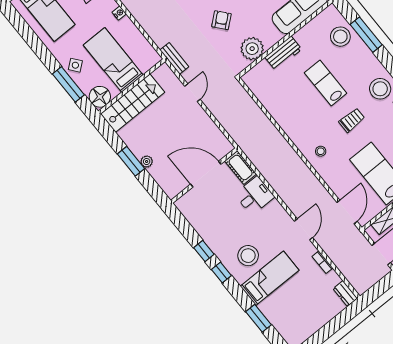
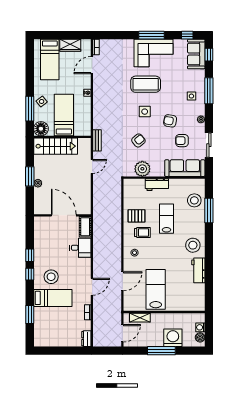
pallet: (289, 108) -> (137, 216), added
trolley: (352, 120) -> (142, 232), moved
door: (347, 212) -> (122, 281), moved

